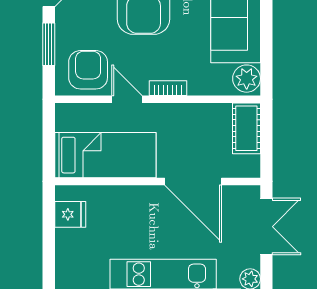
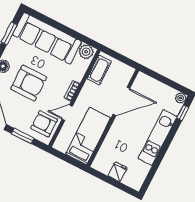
cot: (246, 128) -> (99, 70), moved, turned 90
fridge: (70, 214) -> (118, 172), moved
double door: (266, 227) -> (160, 78), removed

